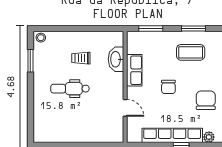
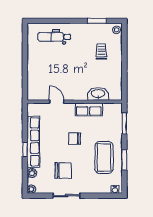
coffee table: (191, 52) -> (104, 157), width x1.36, depth x1.32
trolley: (81, 58) -> (101, 51), moved
dental chair: (70, 89) -> (54, 37), moved, turned -90
door: (125, 108) -> (57, 102), swing flipped

